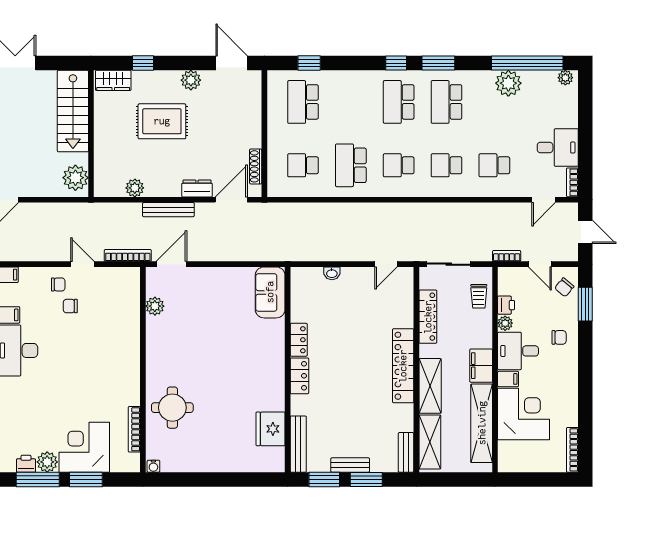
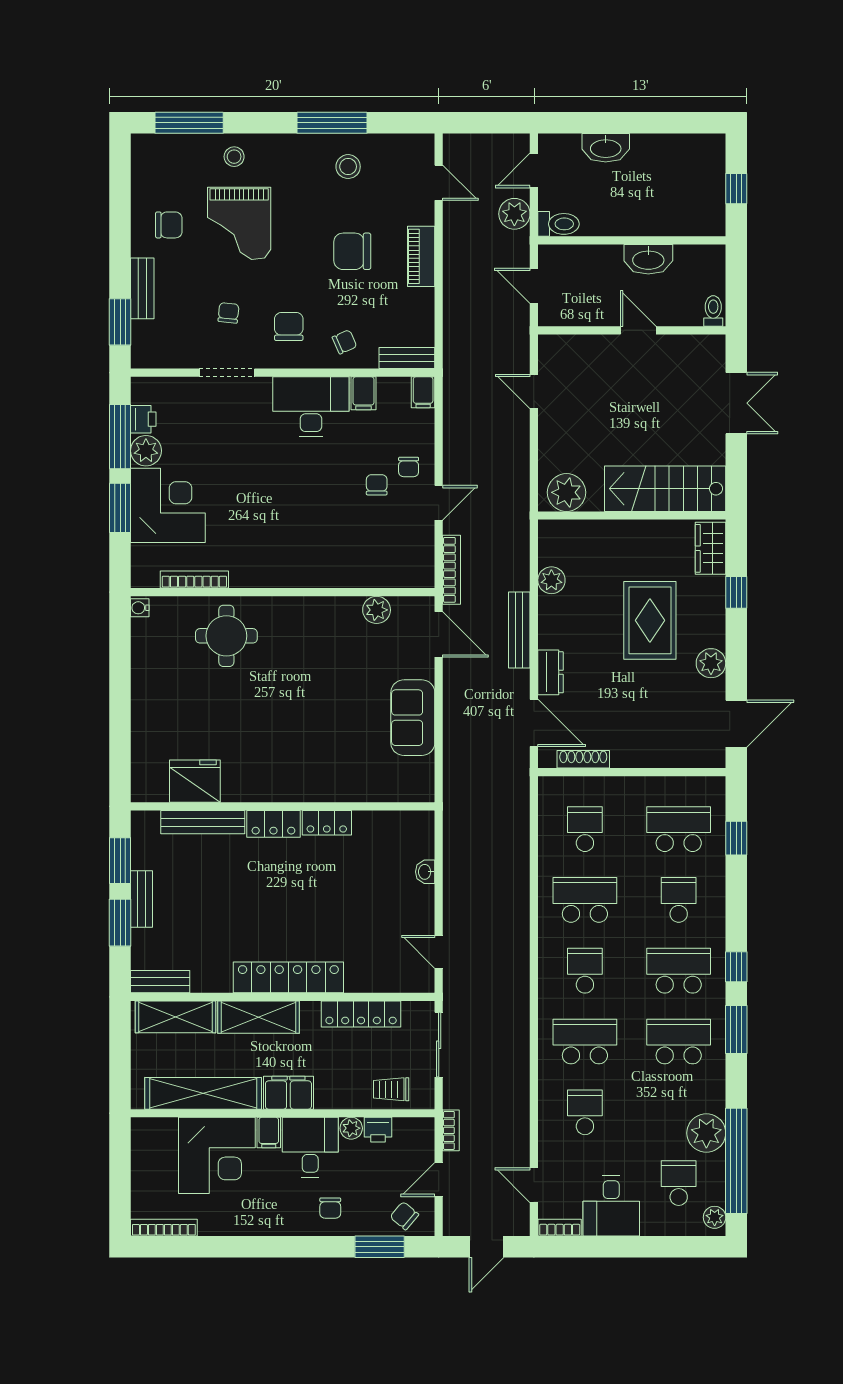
school desk: (351, 102) -> (679, 900), added
school desk: (542, 102) -> (679, 1183), added
school desk: (447, 165) -> (585, 1041), width x1.85
sofa: (270, 292) -> (413, 718), moved, turned -90
bench: (298, 444) -> (203, 822), moved

